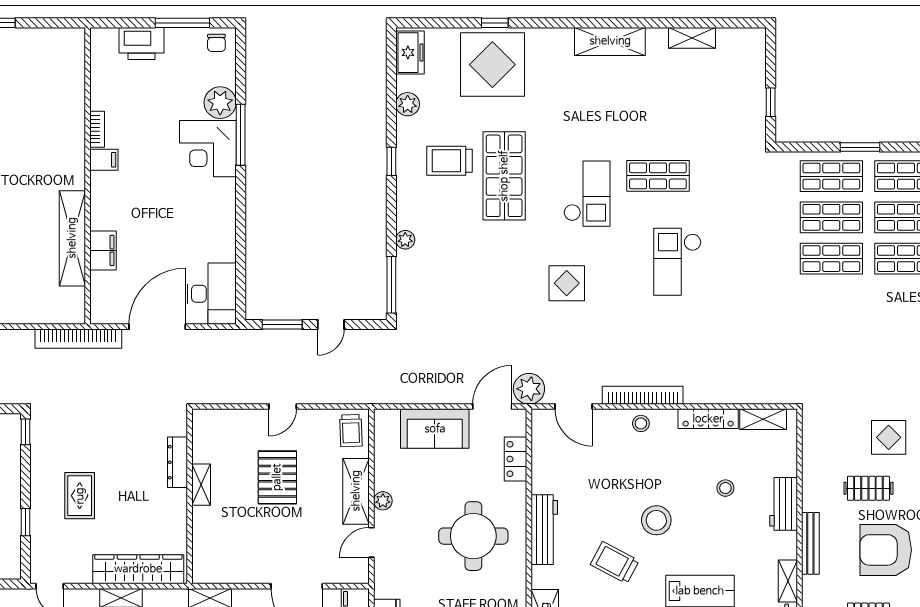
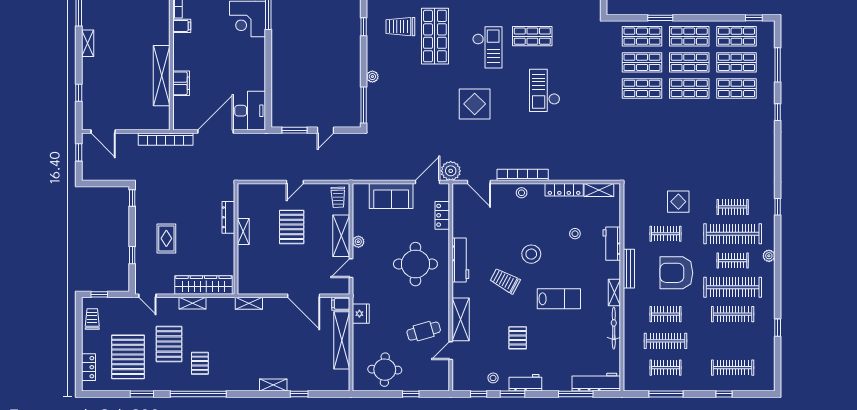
display table: (567, 283) -> (475, 104), width x1.36, depth x1.36

